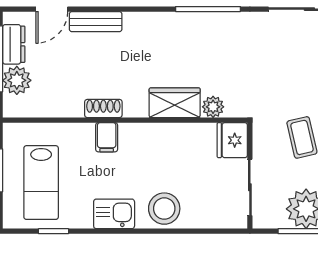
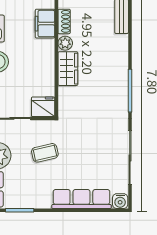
plant: (213, 107) -> (65, 43), moved
filing cabinet: (107, 137) -> (45, 24), width x2.00

